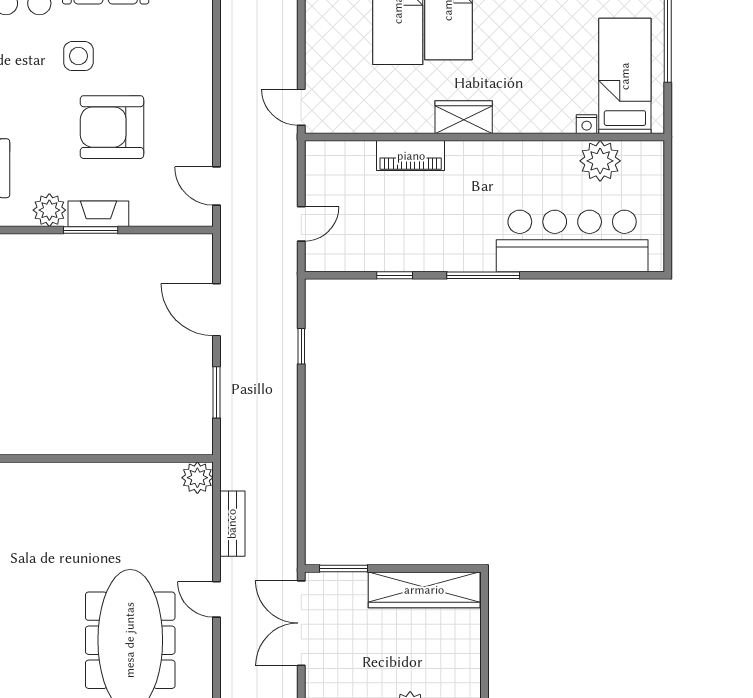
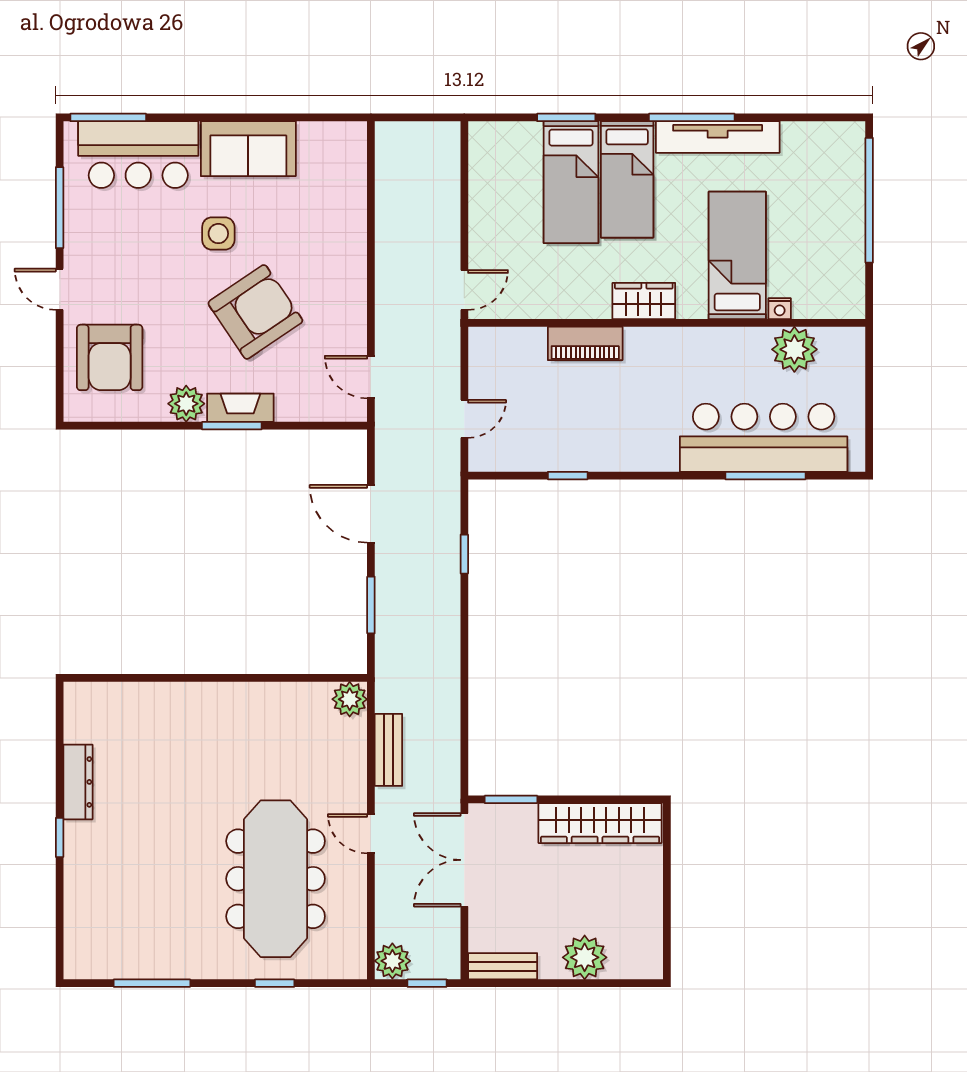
bed: (625, 76) -> (737, 255), moved
door: (301, 107) -> (464, 290), swing flipped
armchair: (112, 127) -> (255, 312), turned 146
window: (483, 275) -> (765, 476), moved

